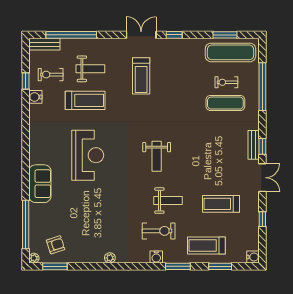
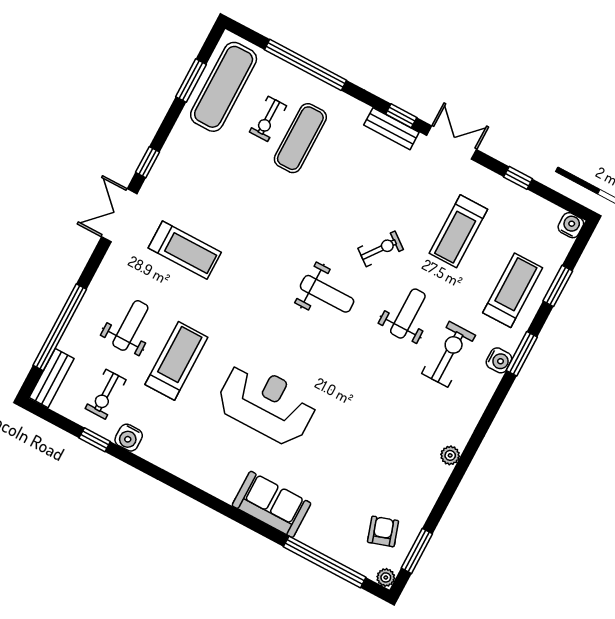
exercise bike: (192, 171) -> (381, 249), added
treadmill: (206, 245) -> (513, 290), turned 180
water cooler: (156, 257) -> (499, 360), moved

